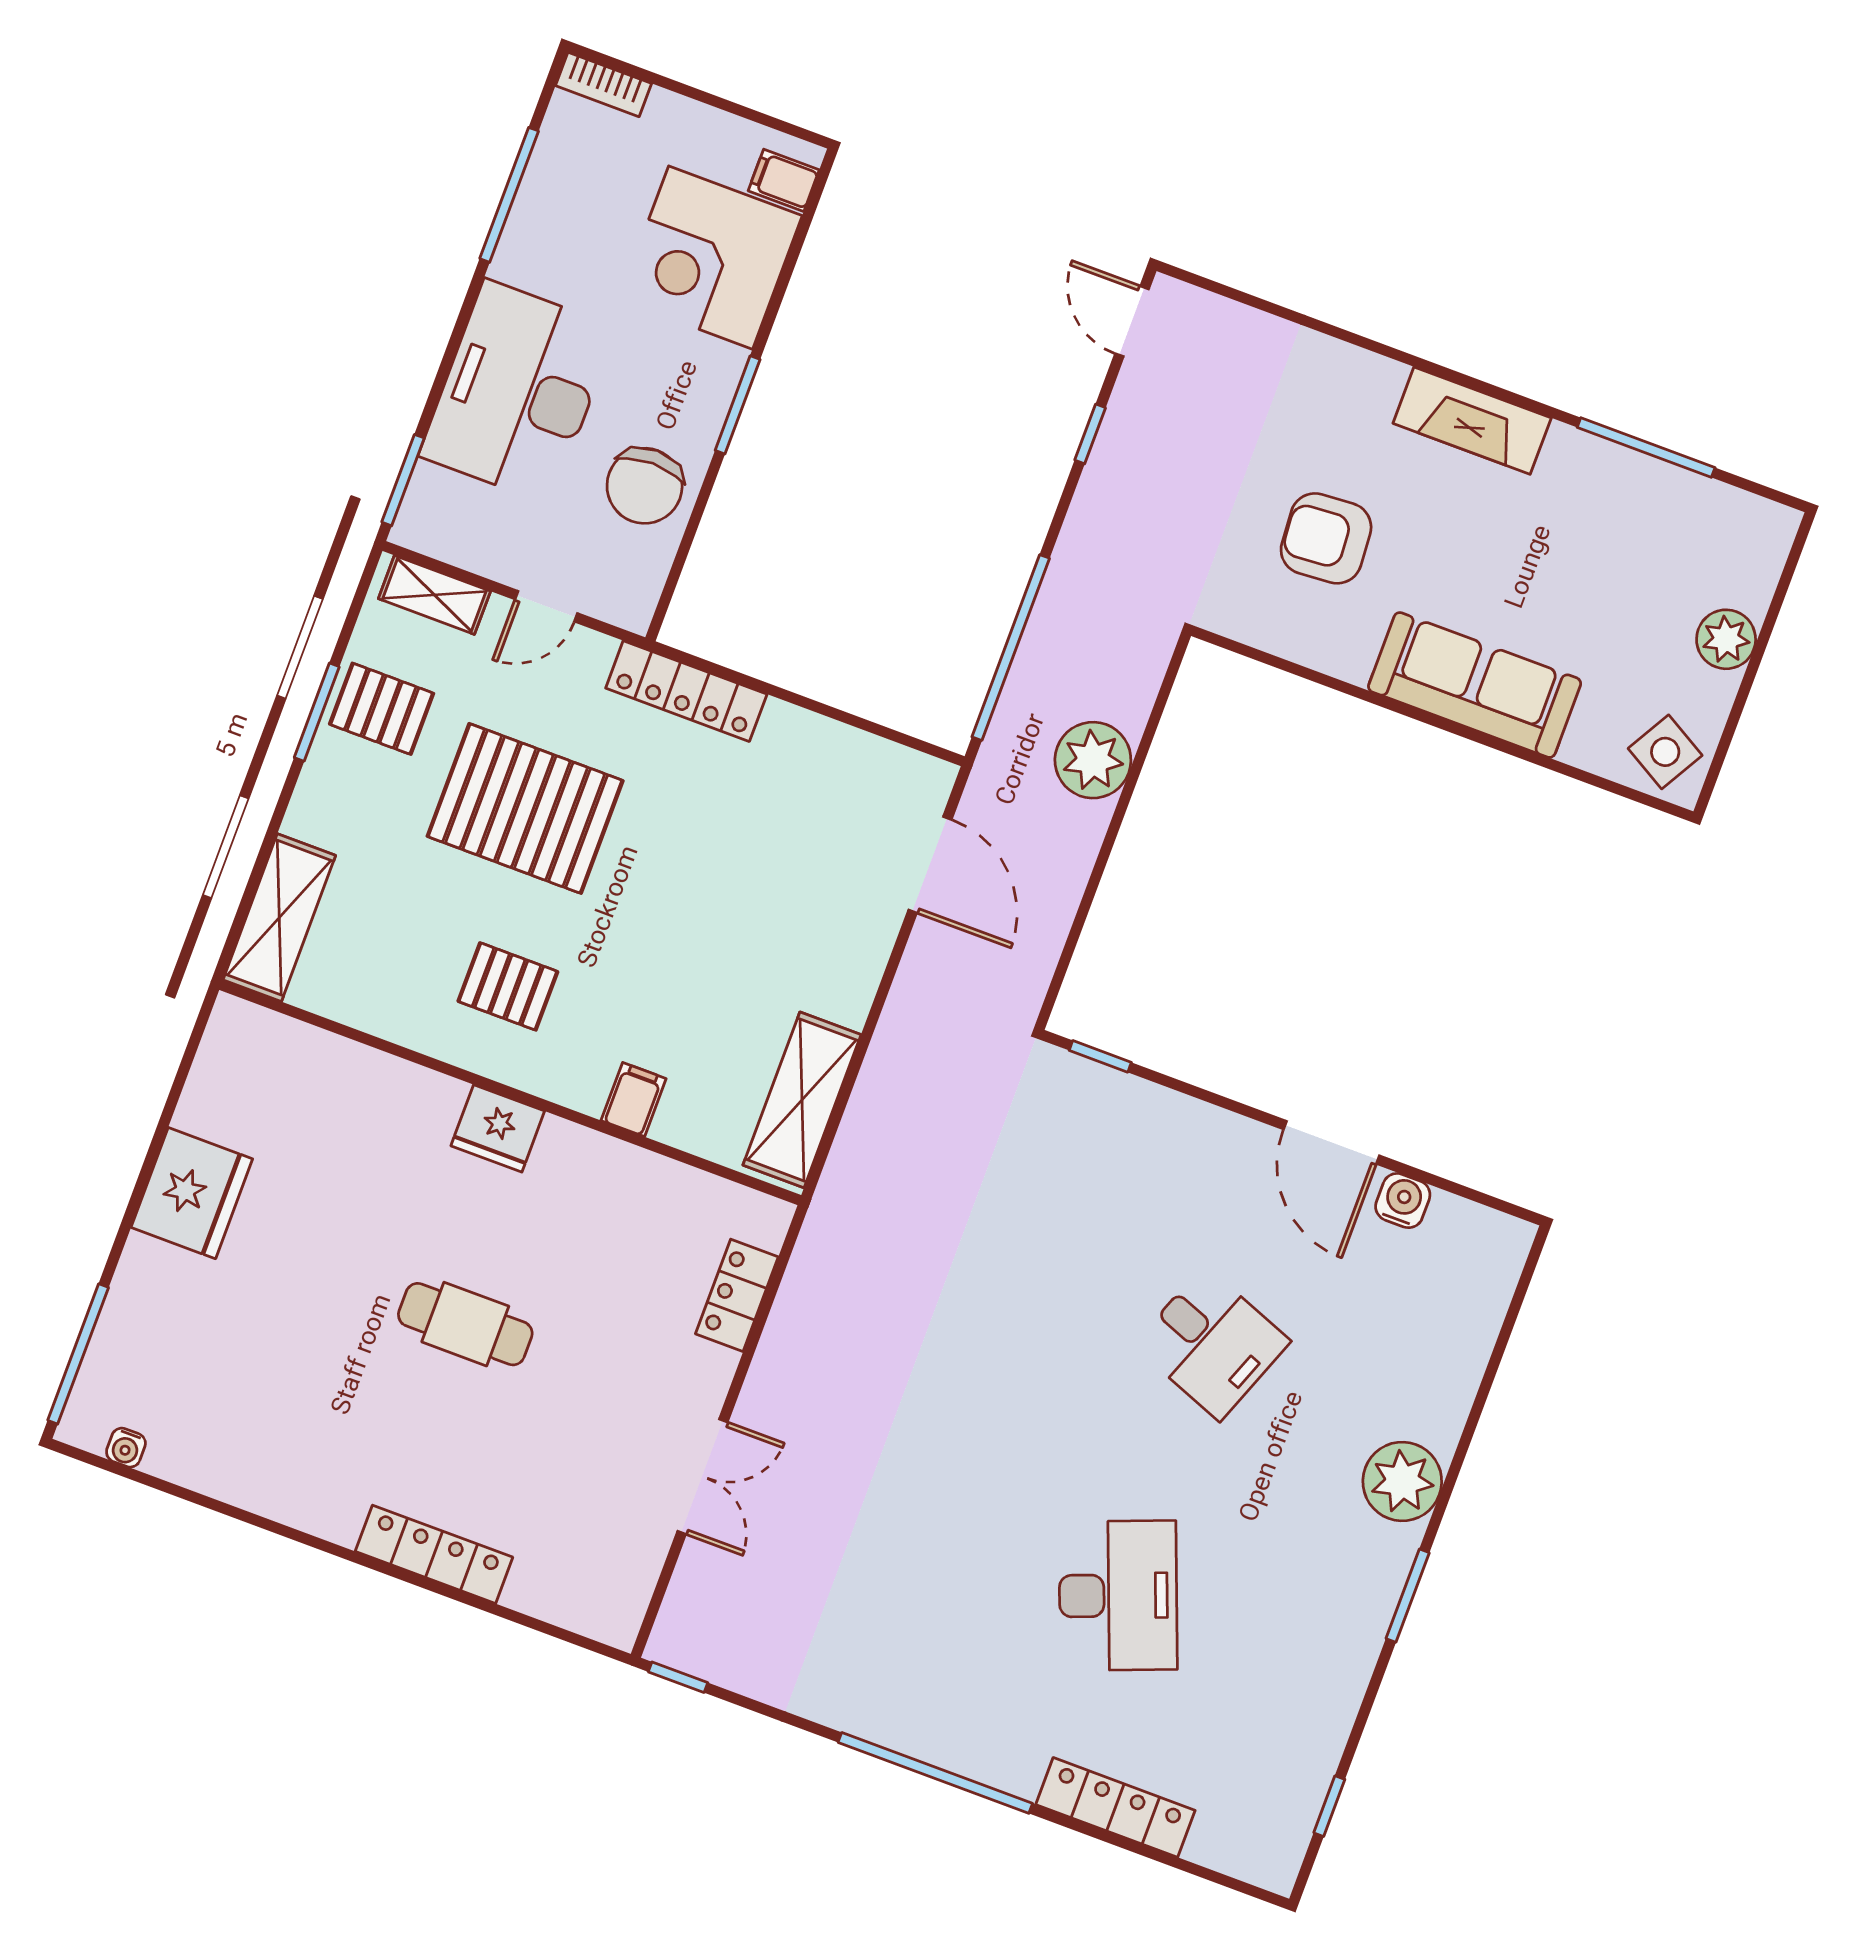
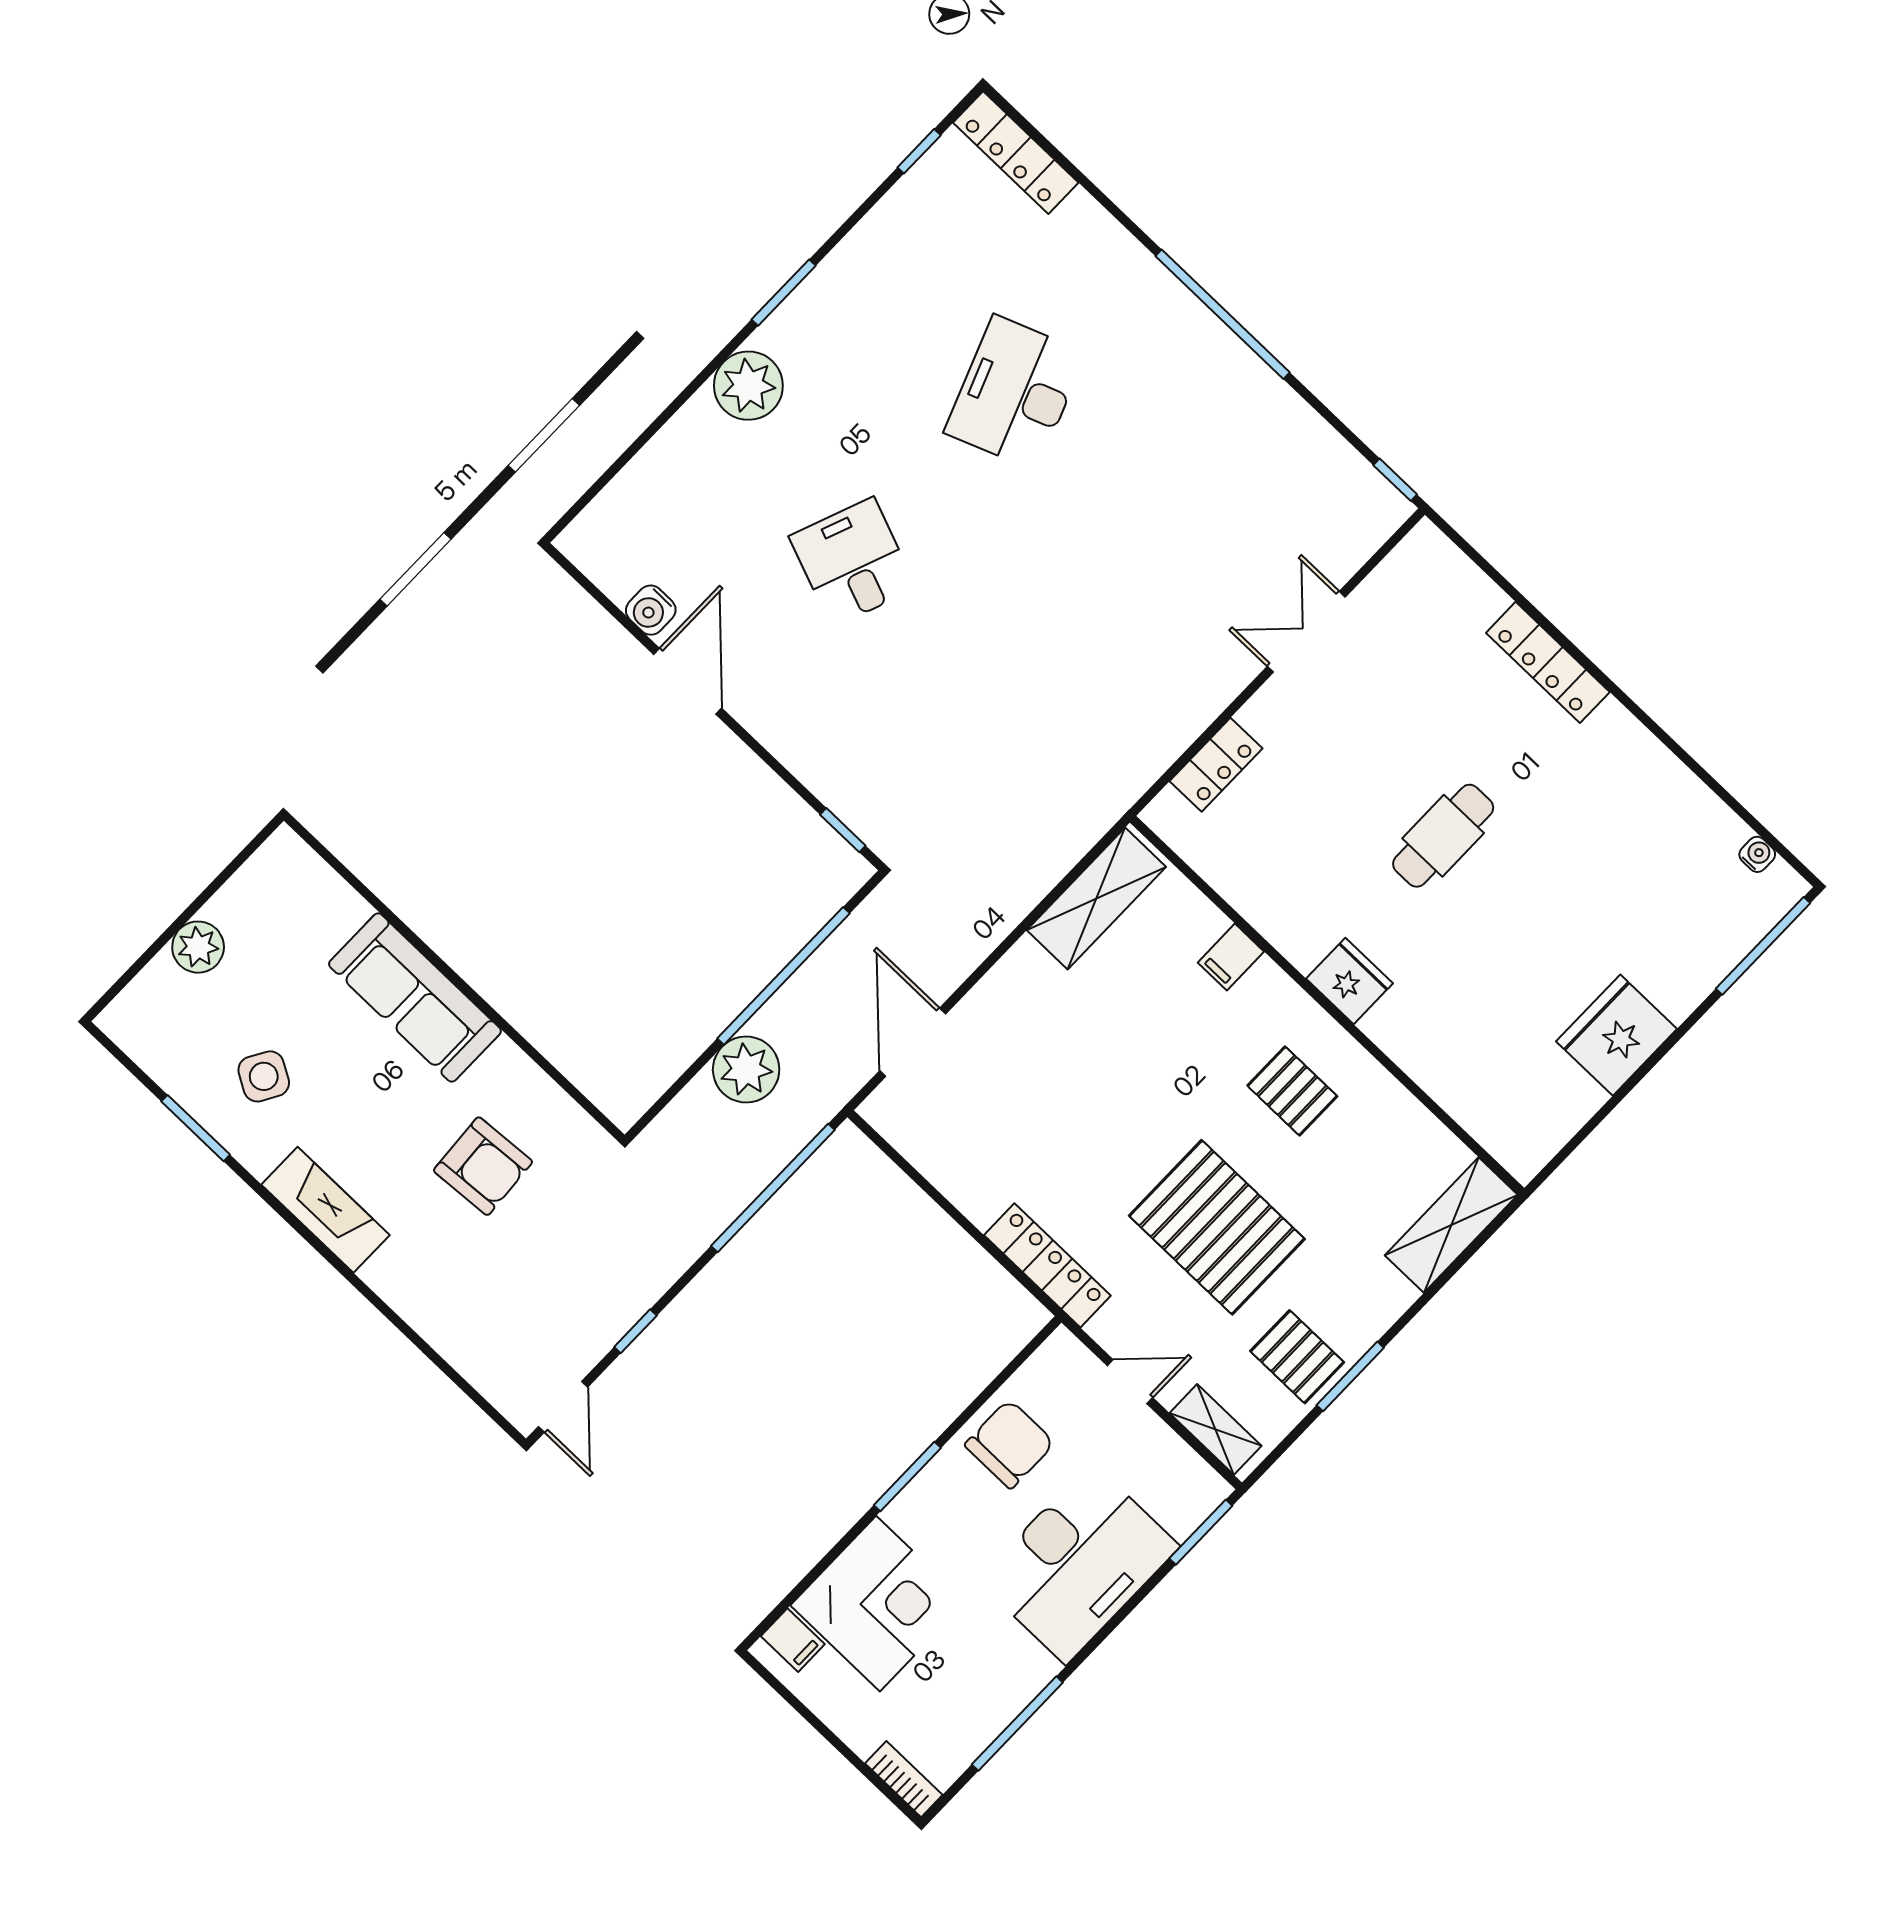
window: (1646, 448) -> (196, 1128), width x0.69
side table: (1665, 752) -> (264, 1076), moved
window: (1096, 876) -> (784, 976), added
cafe table: (465, 1324) -> (1443, 836), turned 90
locker: (1115, 1807) -> (1016, 153), moved

